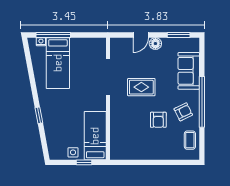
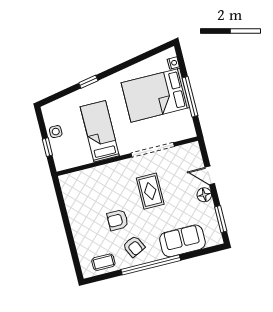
window: (53, 35) -> (190, 97), moved
bed: (58, 63) -> (155, 95), width x1.50
bed: (95, 136) -> (100, 131), moved, turned -90

